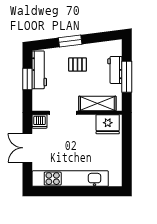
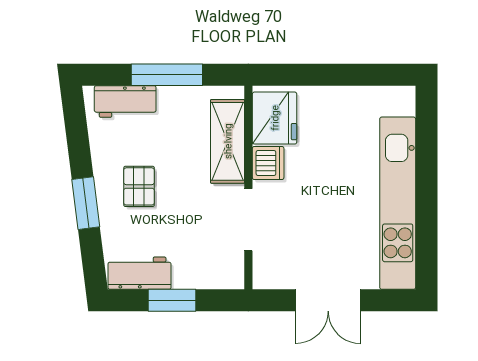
workbench: (39, 70) -> (139, 273), width x0.73
workbench: (115, 70) -> (125, 101), moved
dishwasher: (39, 121) -> (268, 163), moved

